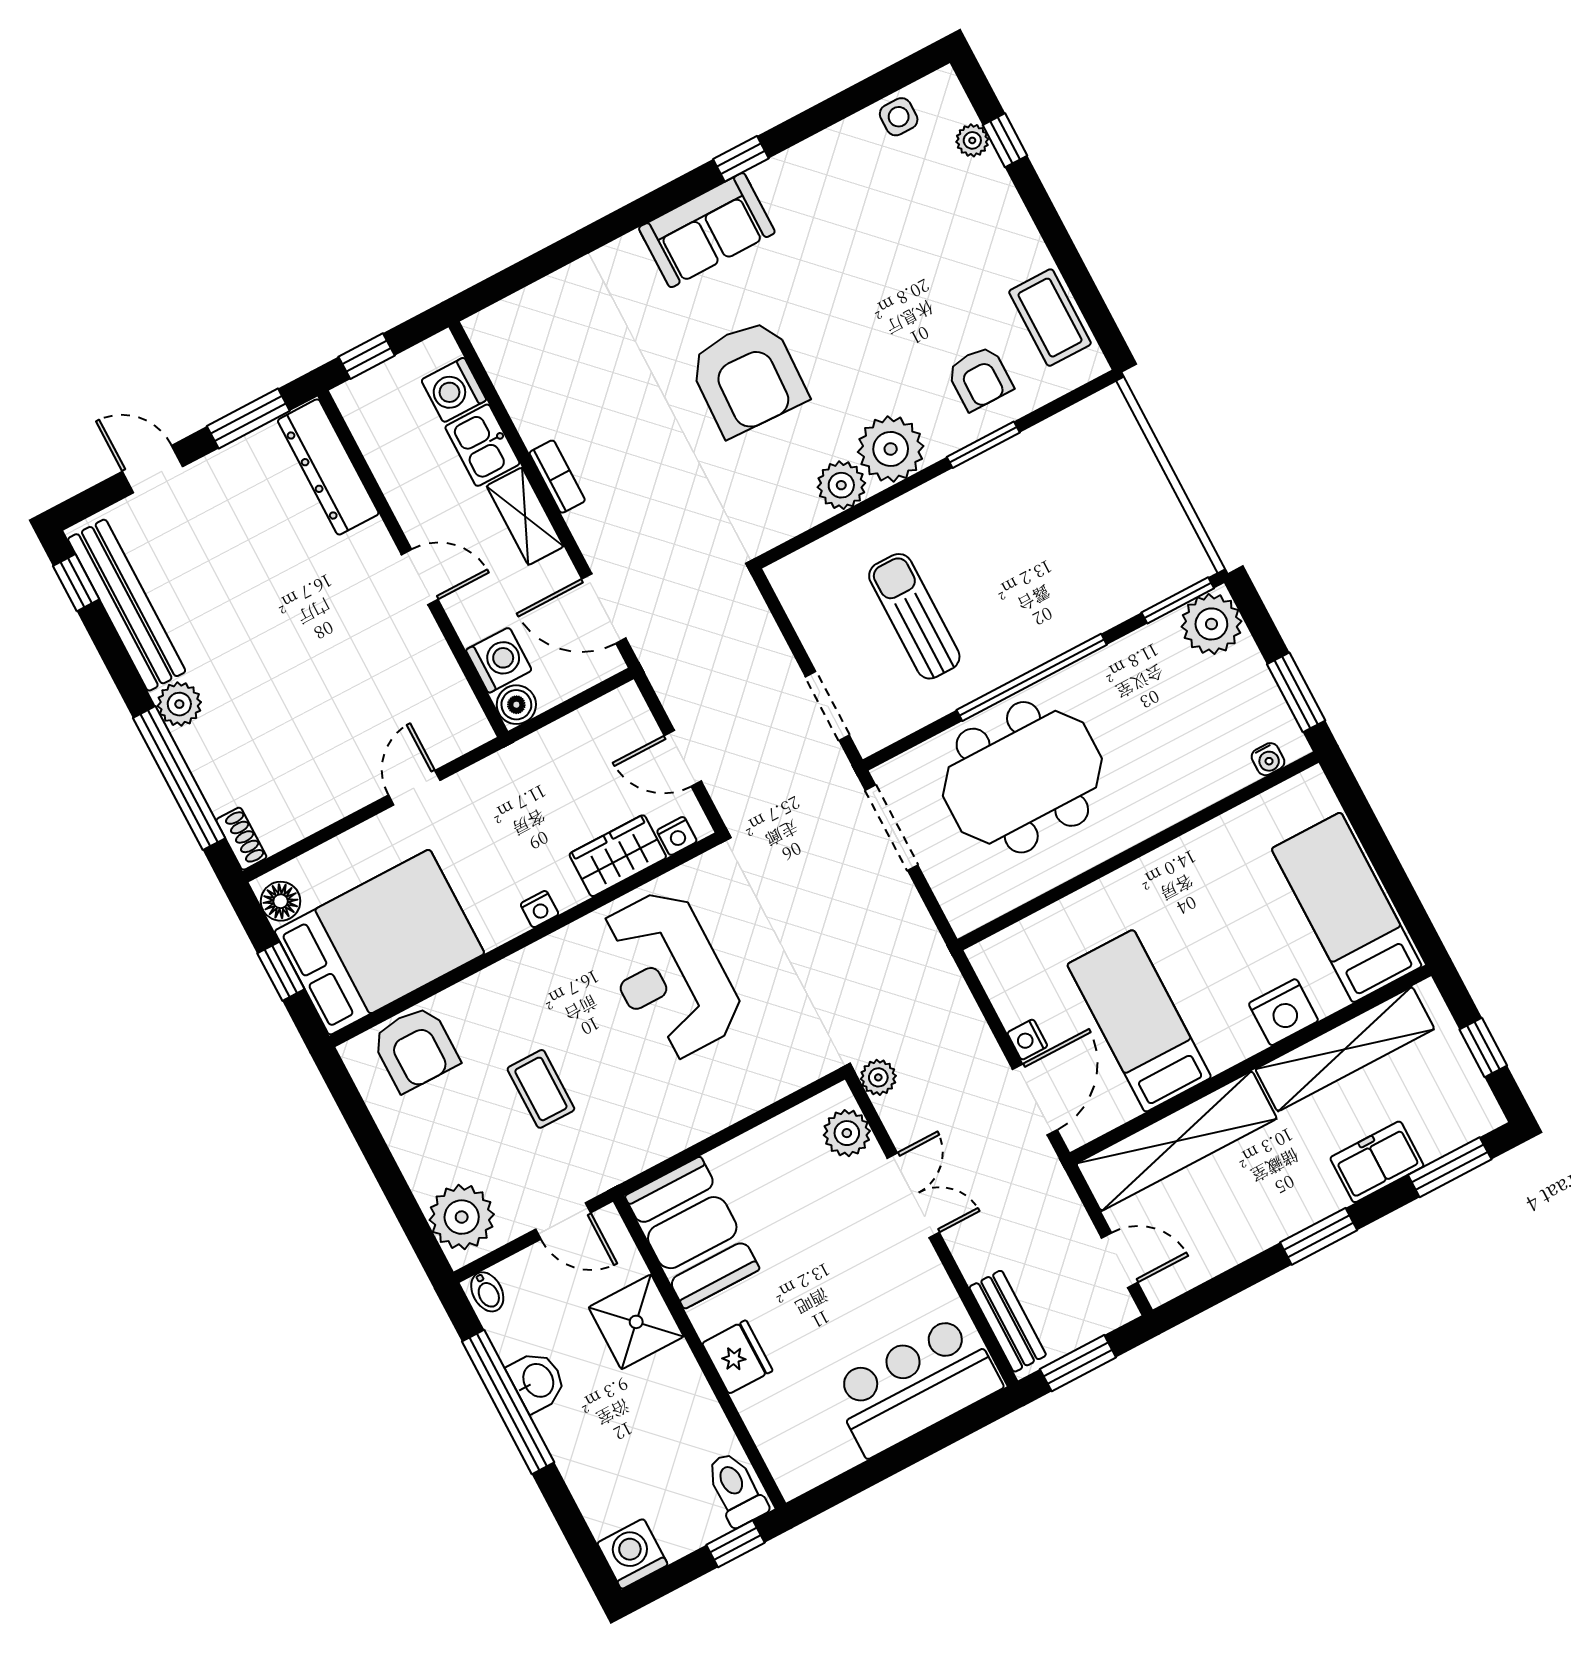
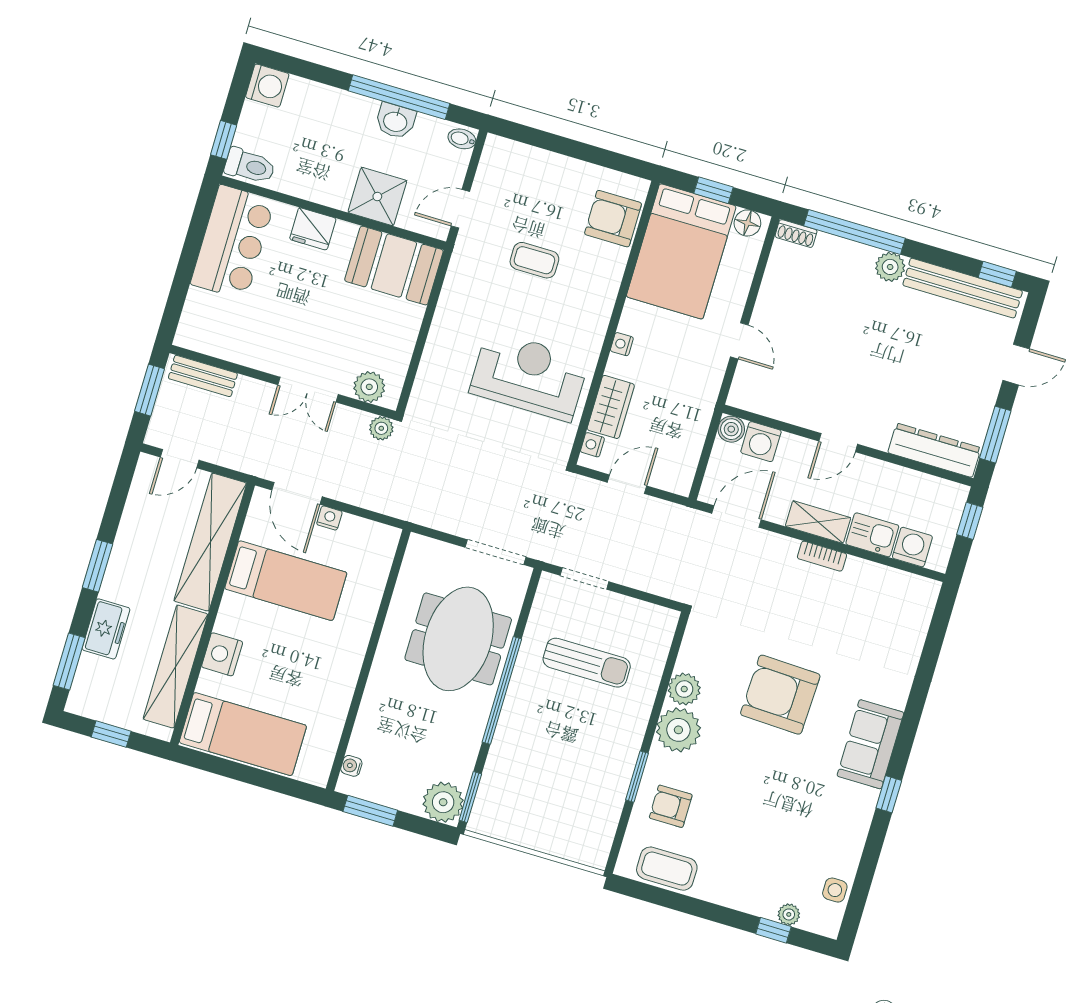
plant: (462, 1217) -> (510, 162), removed
bar counter: (916, 1386) -> (233, 242), moved

